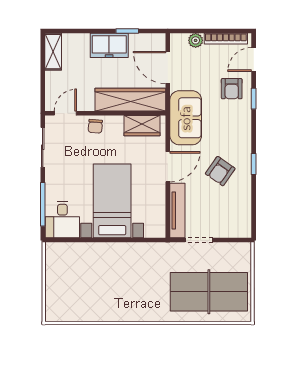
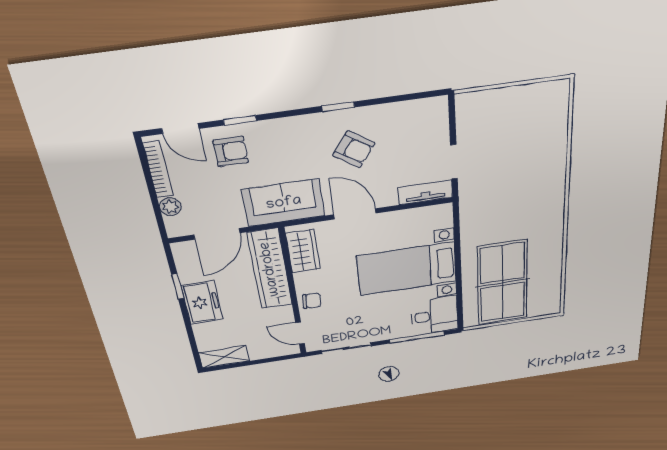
tv unit: (177, 211) -> (425, 192), width x0.71
table tennis table: (209, 292) -> (502, 283), moved

